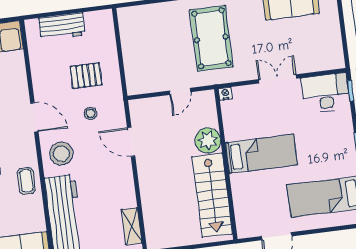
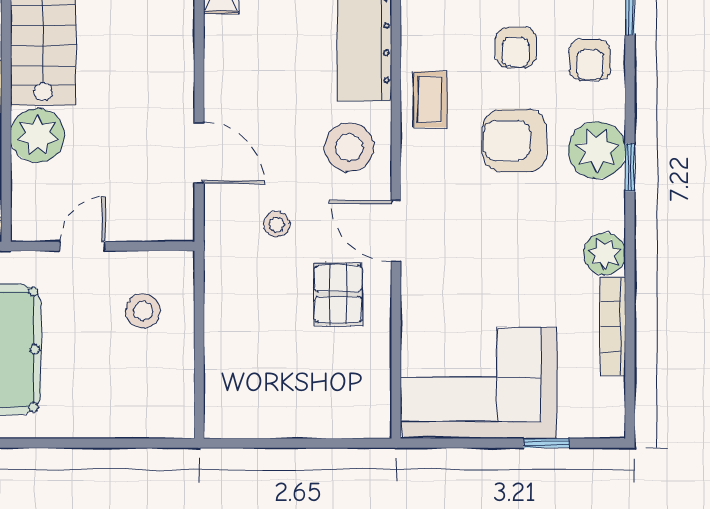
workbench: (62, 26) -> (314, 414), removed
stool: (148, 65) -> (143, 311), added
pallet: (86, 76) -> (338, 294), moved, turned 90

